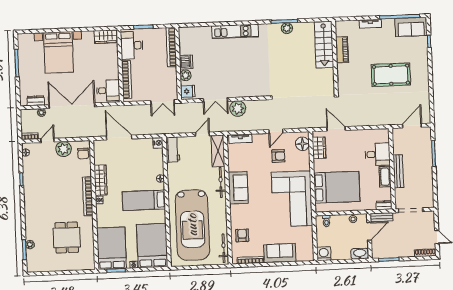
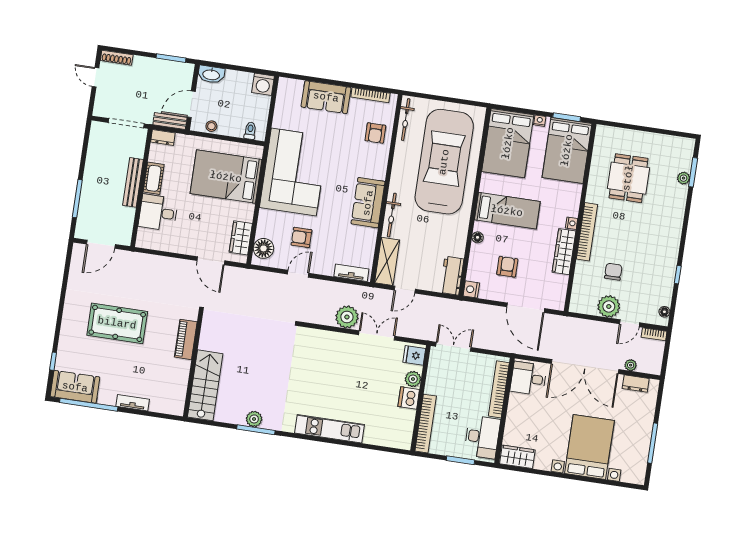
piano: (342, 50) -> (186, 339), moved
chair: (83, 154) -> (613, 272), moved
armchair: (137, 163) -> (507, 267), added

